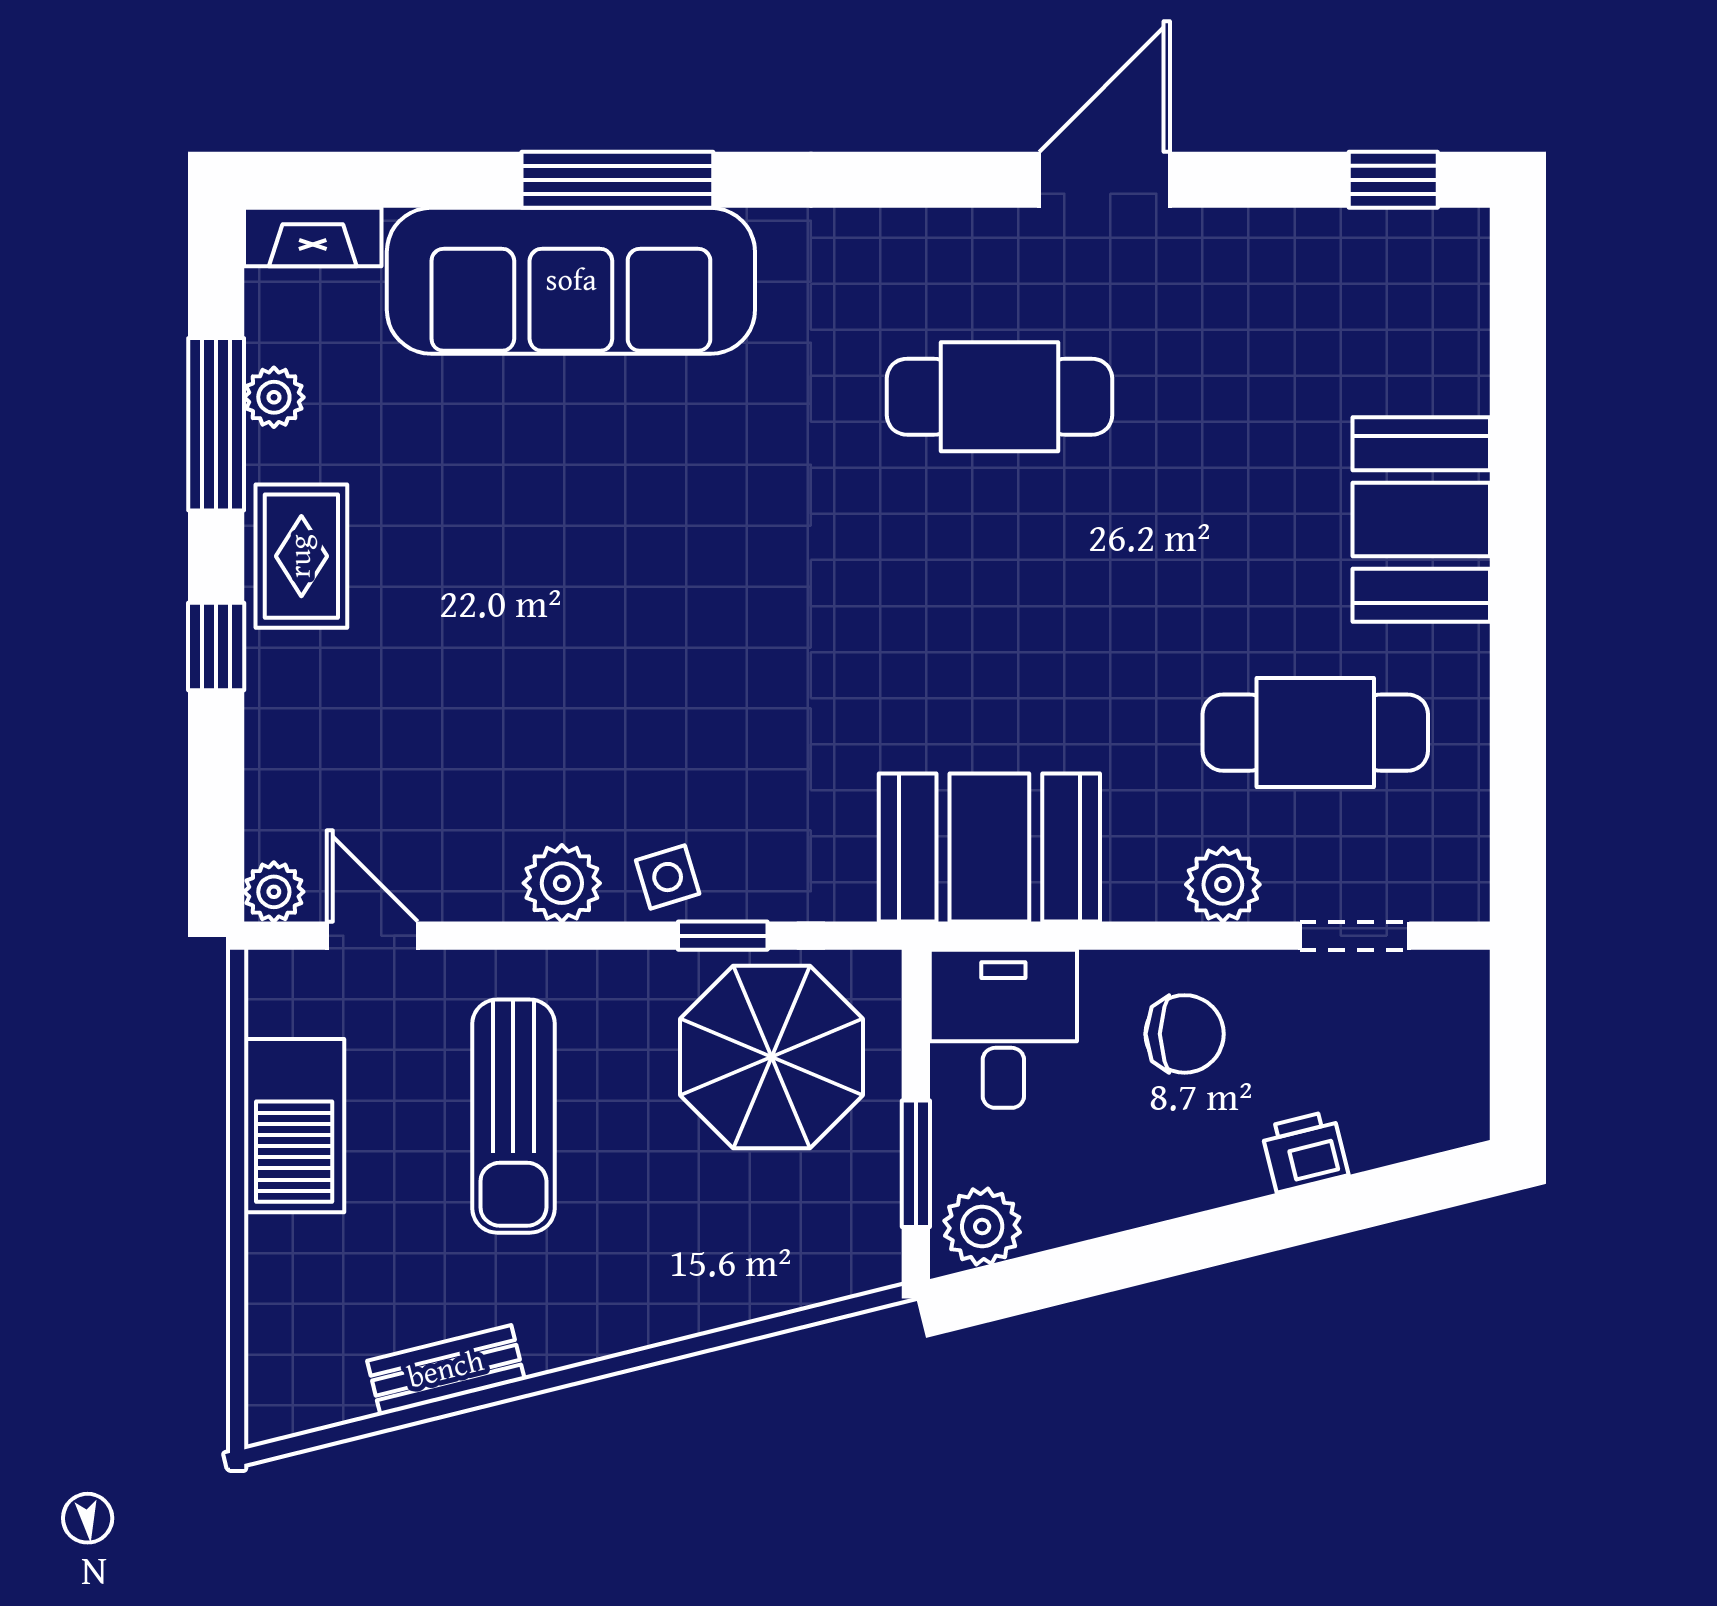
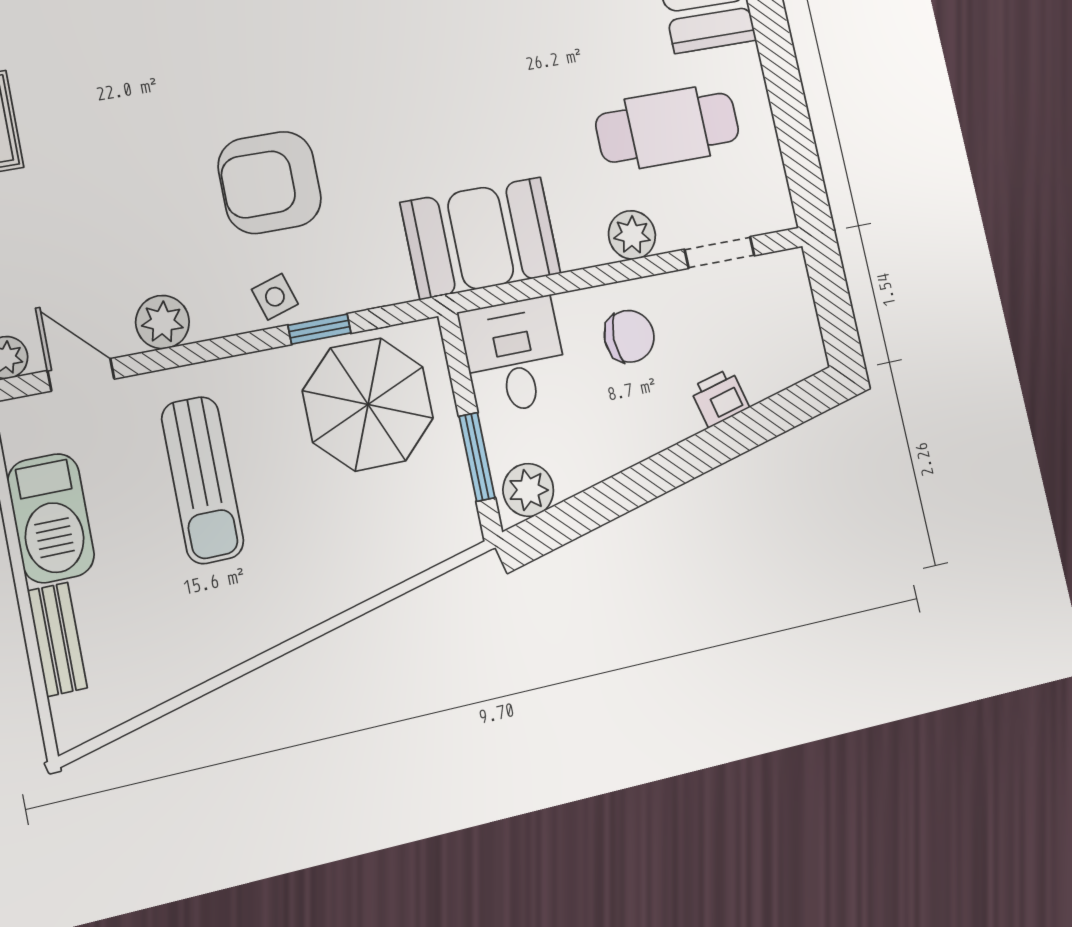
armchair: (693, 711) -> (270, 182), added
plant: (562, 883) -> (163, 322), moved
bench: (446, 1370) -> (57, 639), moved, turned -76

